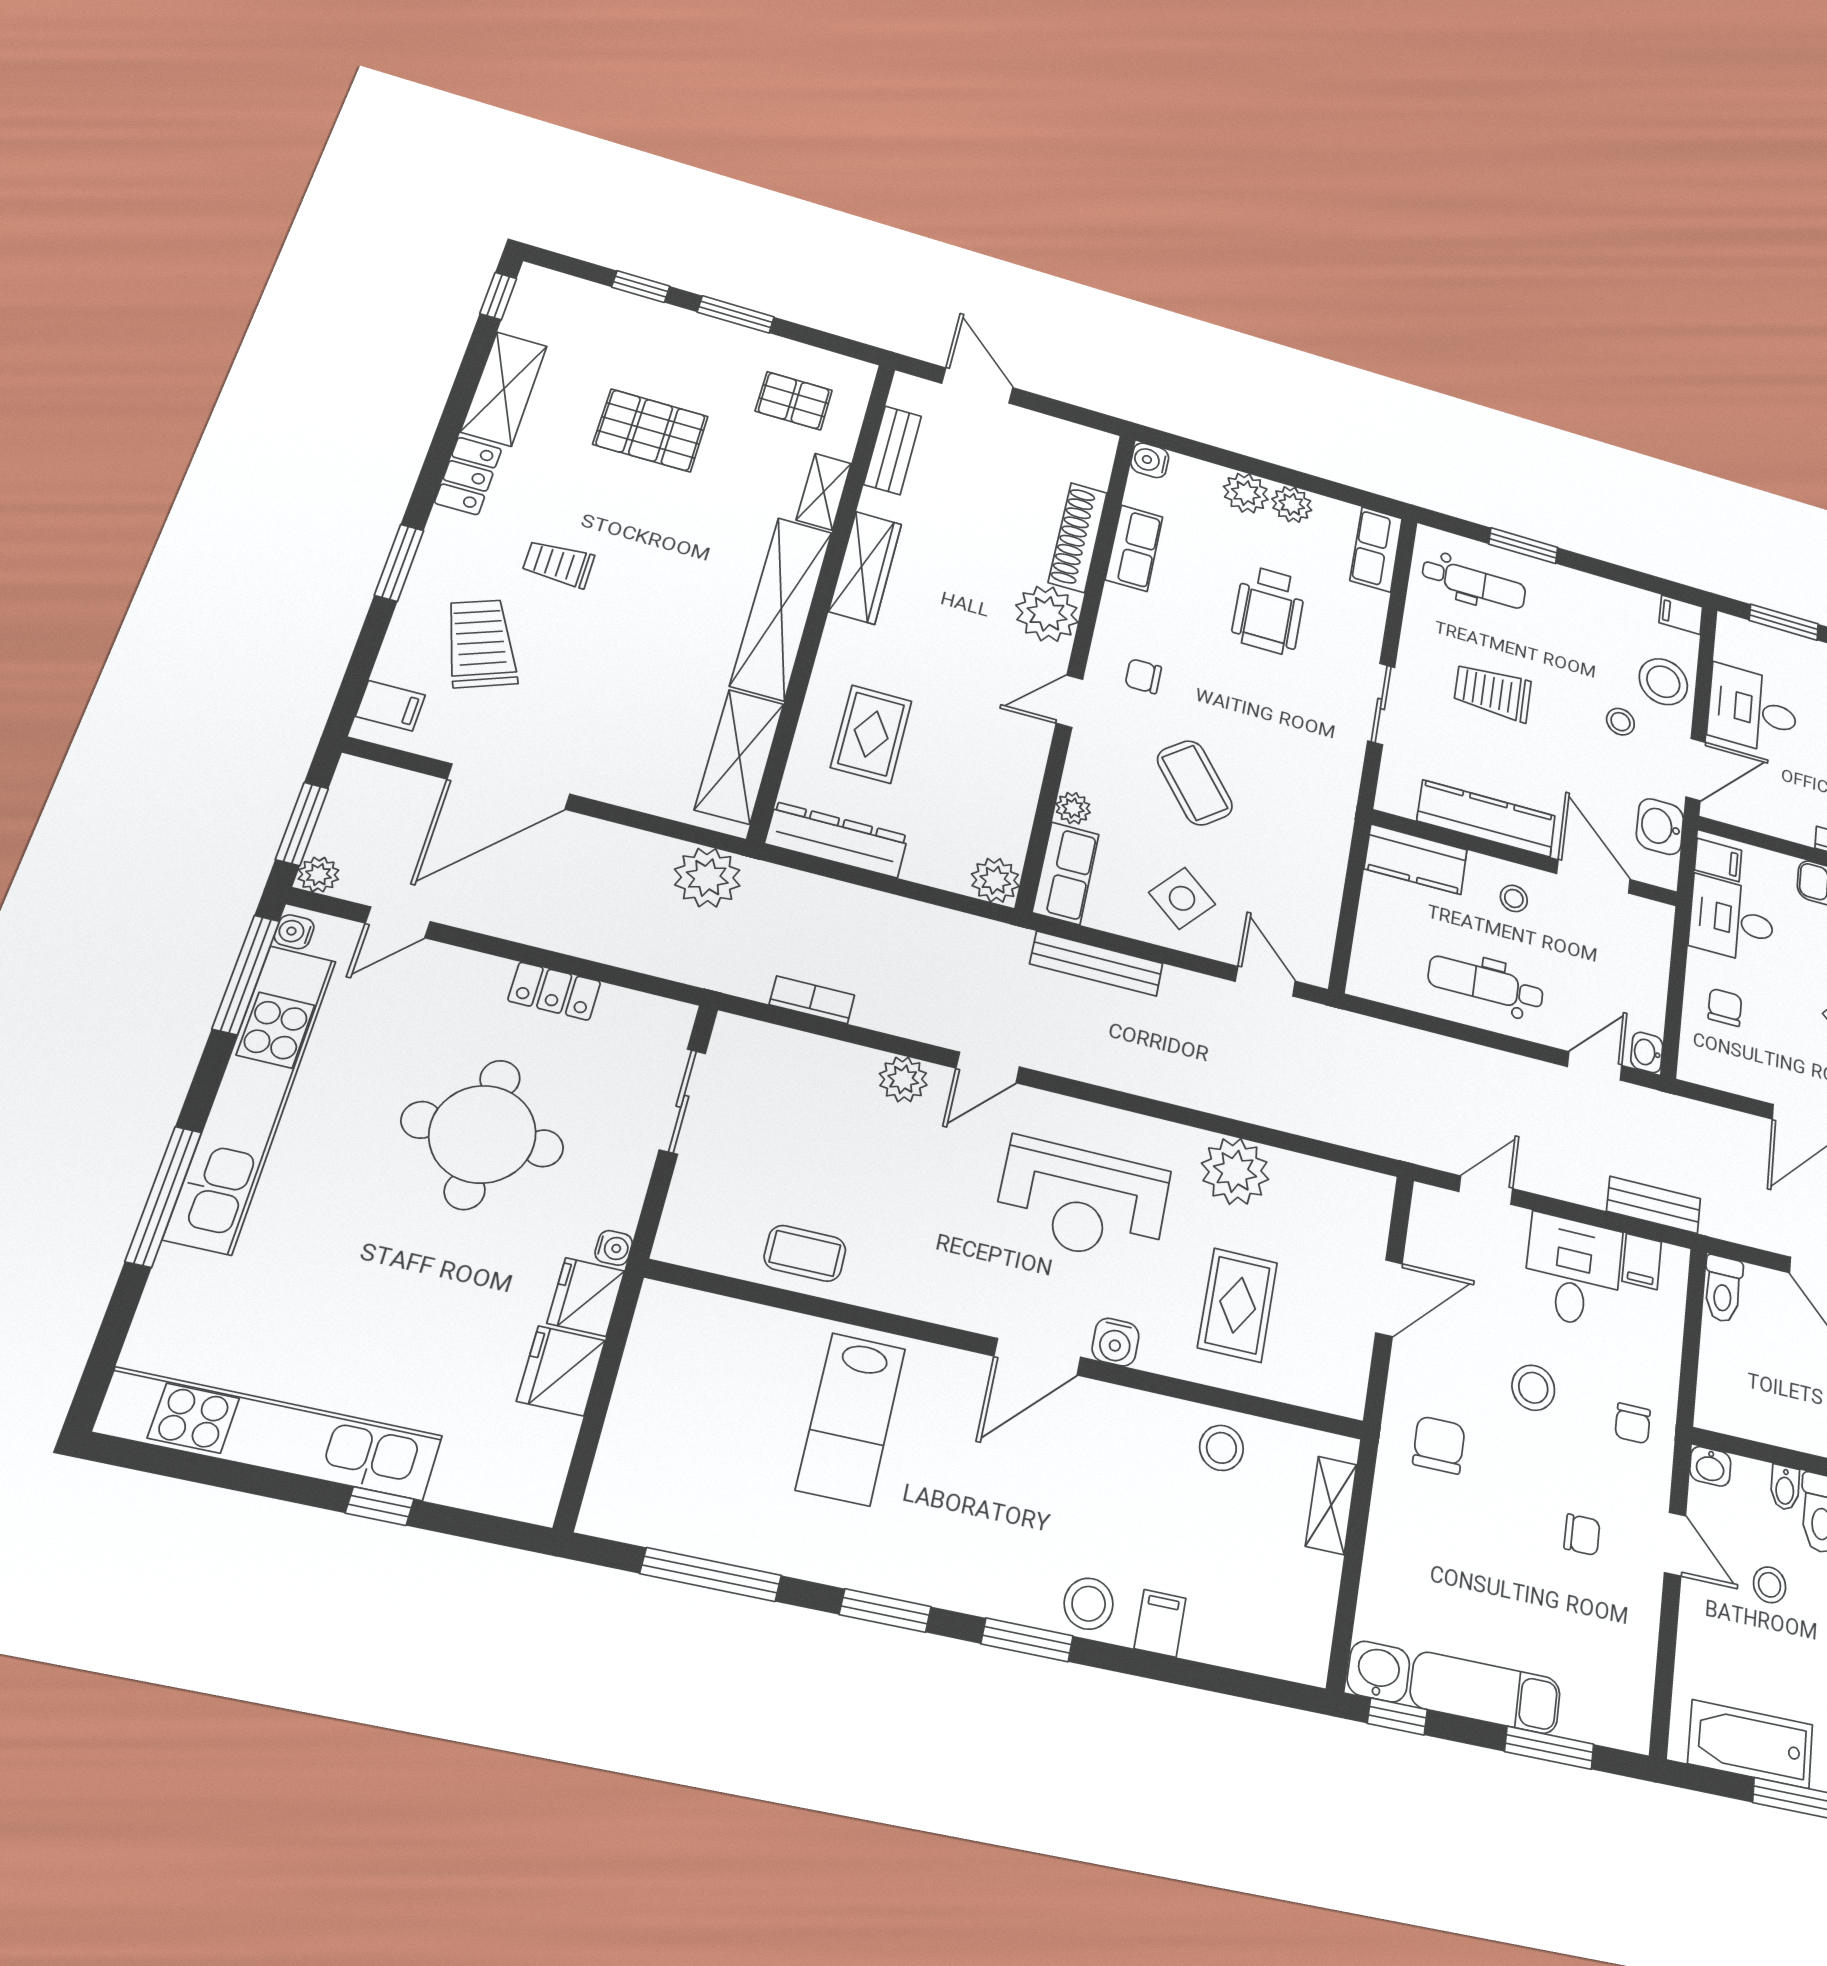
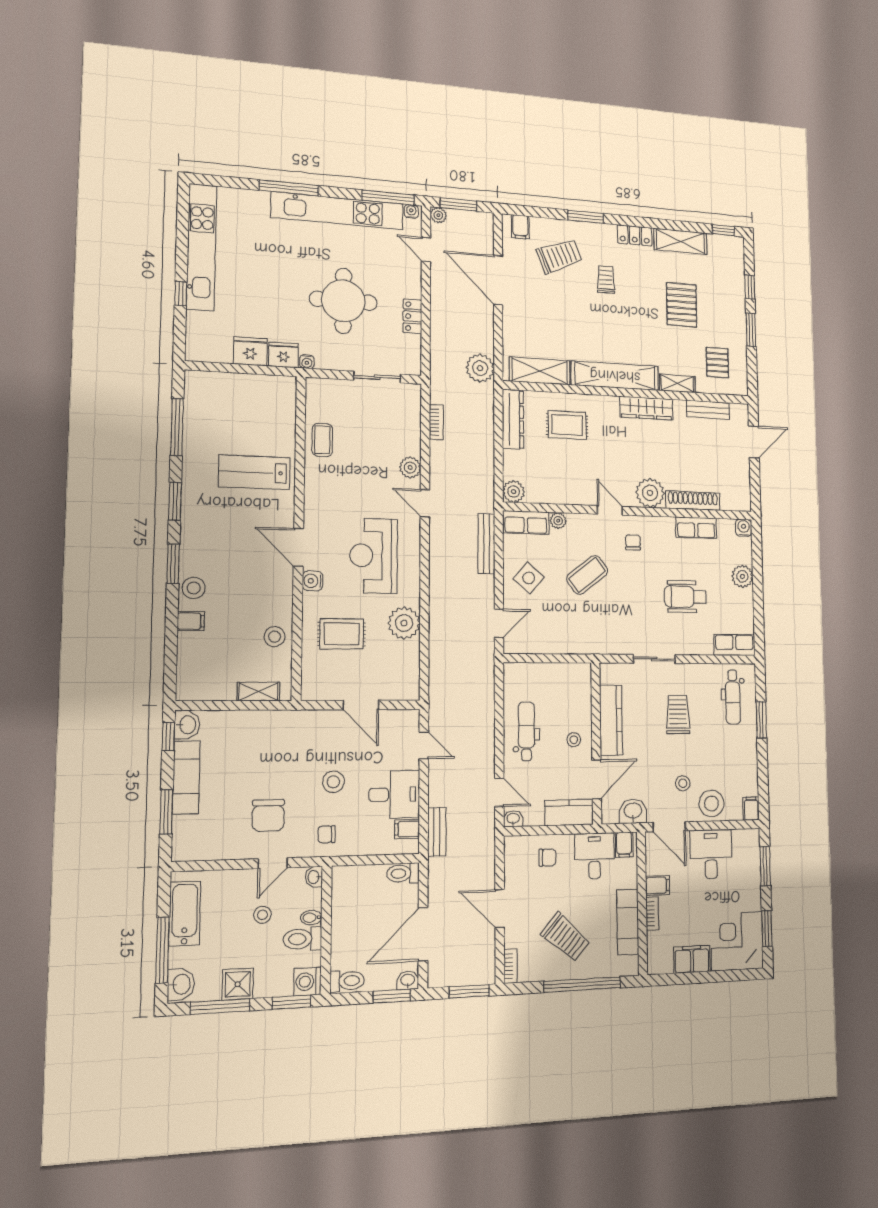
plant: (1292, 504) -> (744, 600), removed
filing cabinet: (1797, 821) -> (658, 885), added
kitchen counter: (1416, 859) -> (569, 813), moved, turned 90
chair: (1439, 1445) -> (297, 739), removed
chair: (1582, 1535) -> (268, 815), width x1.87, depth x1.87

